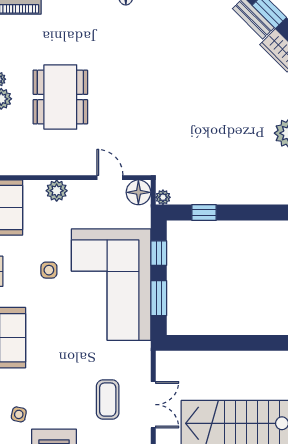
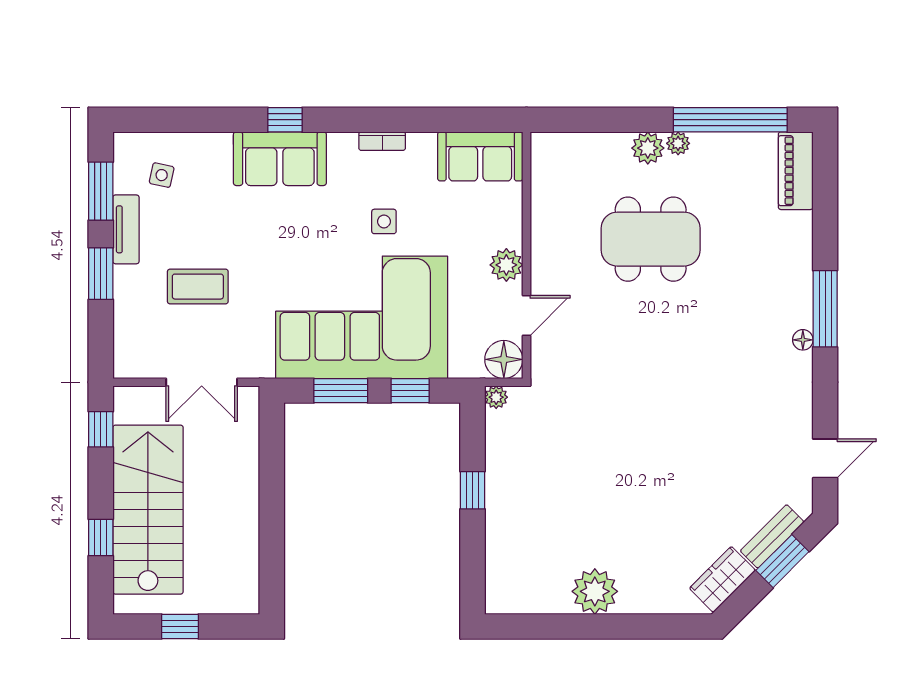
plant: (57, 191) -> (506, 265), moved
window: (204, 213) -> (473, 490), moved
coffee table: (108, 400) -> (198, 287), moved
double door: (153, 405) -> (202, 382), moved

